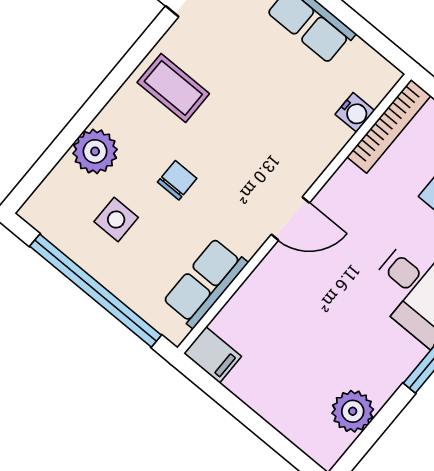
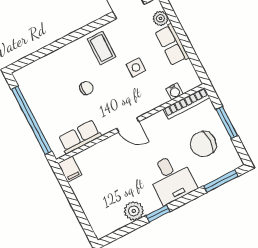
plant: (95, 151) -> (57, 61), removed
side table: (116, 220) -> (136, 67), moved
plant: (353, 411) -> (134, 211), moved

